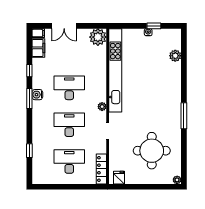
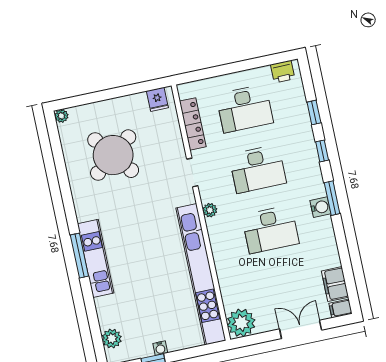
plant: (175, 56) -> (112, 339), moved
window: (29, 71) -> (322, 151), moved
kitchen unit: (175, 93) -> (96, 258), added
window: (184, 116) -> (79, 256), moved
round table: (152, 151) -> (113, 155), turned -38
locker: (101, 169) -> (193, 124), moved
printer: (43, 178) -> (283, 72), added

